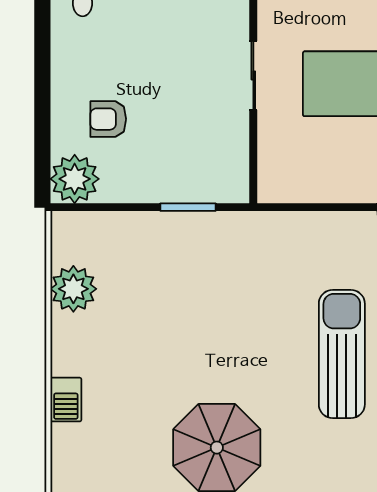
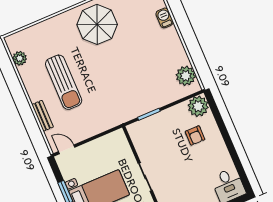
armchair: (108, 119) -> (195, 135), turned 90
plant: (73, 289) -> (186, 76), moved

